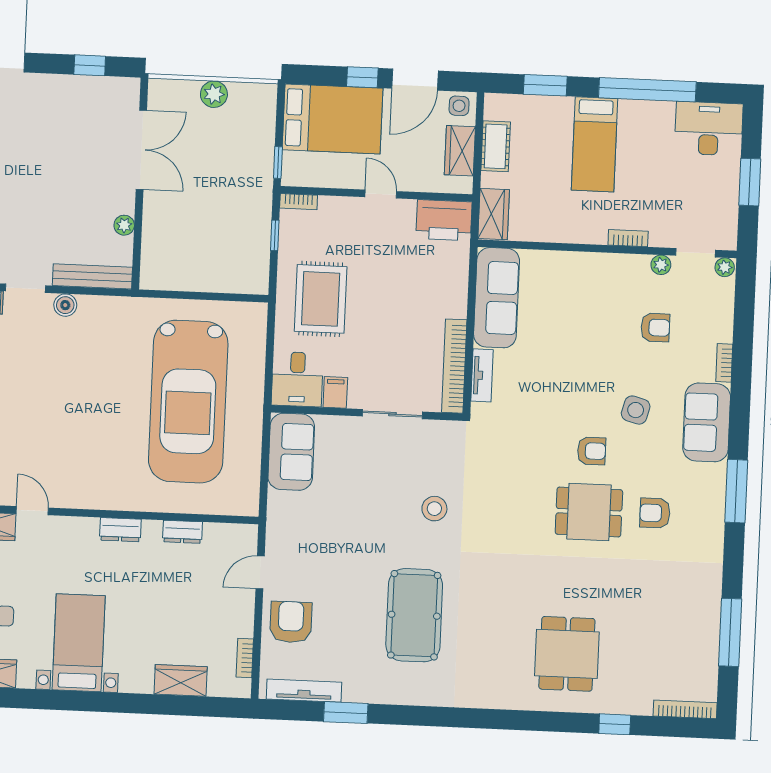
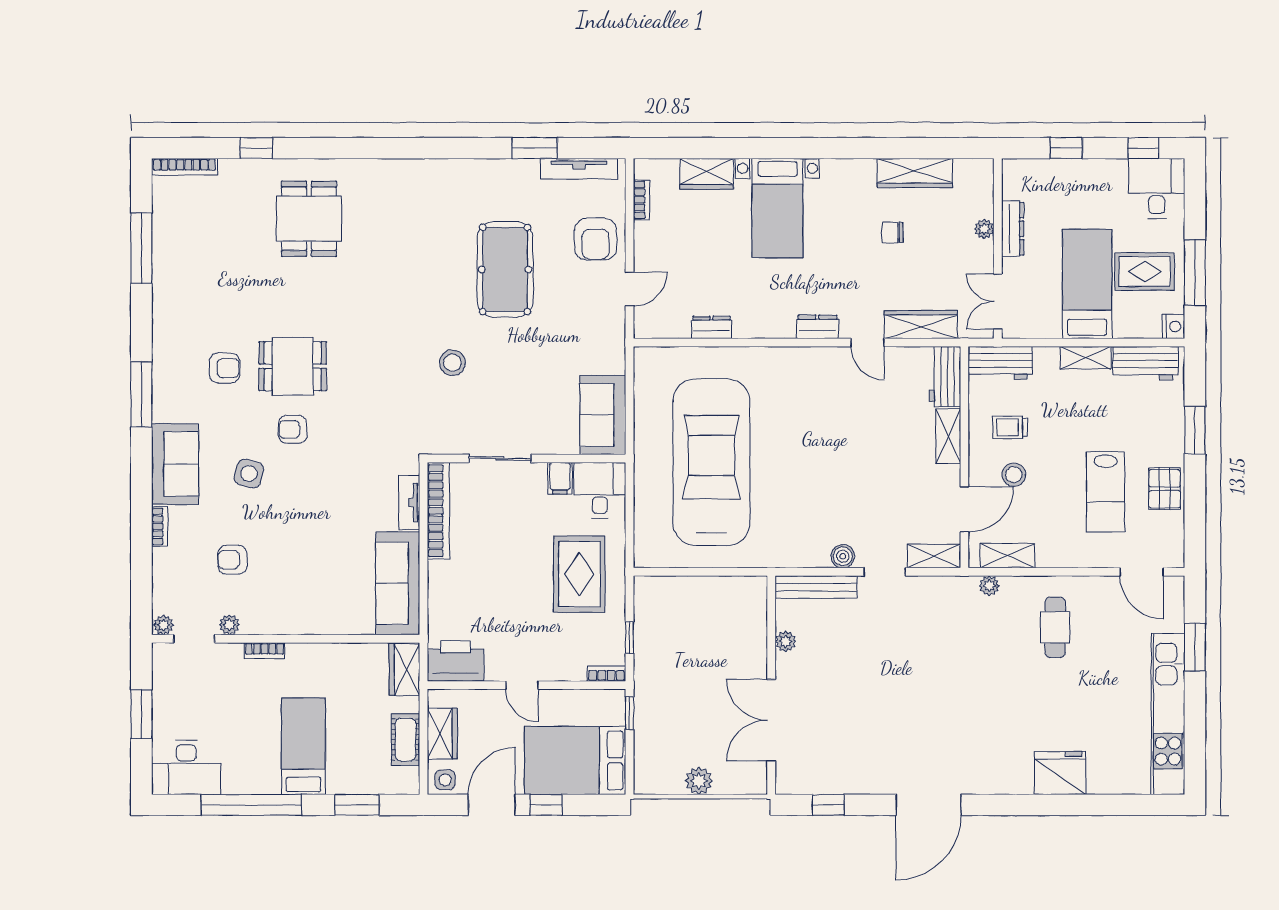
dresser: (120, 530) -> (817, 327), moved
pool table: (414, 615) -> (505, 269), moved
bed with nightstands: (79, 643) -> (777, 208), moved

